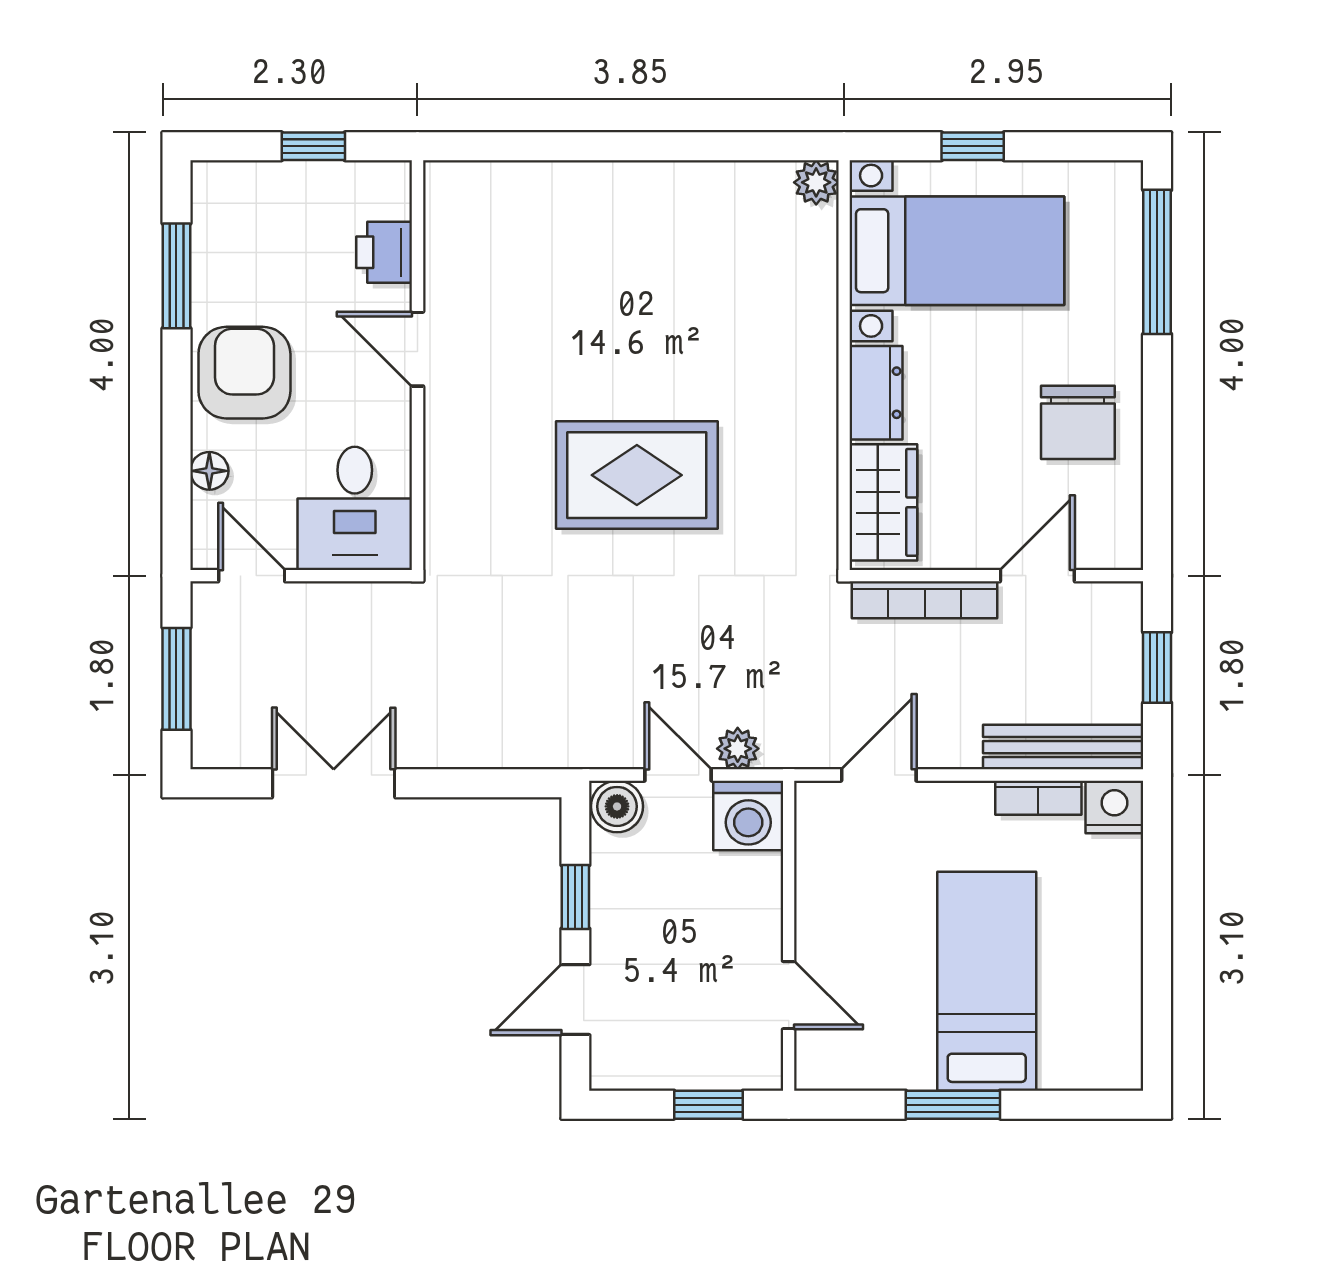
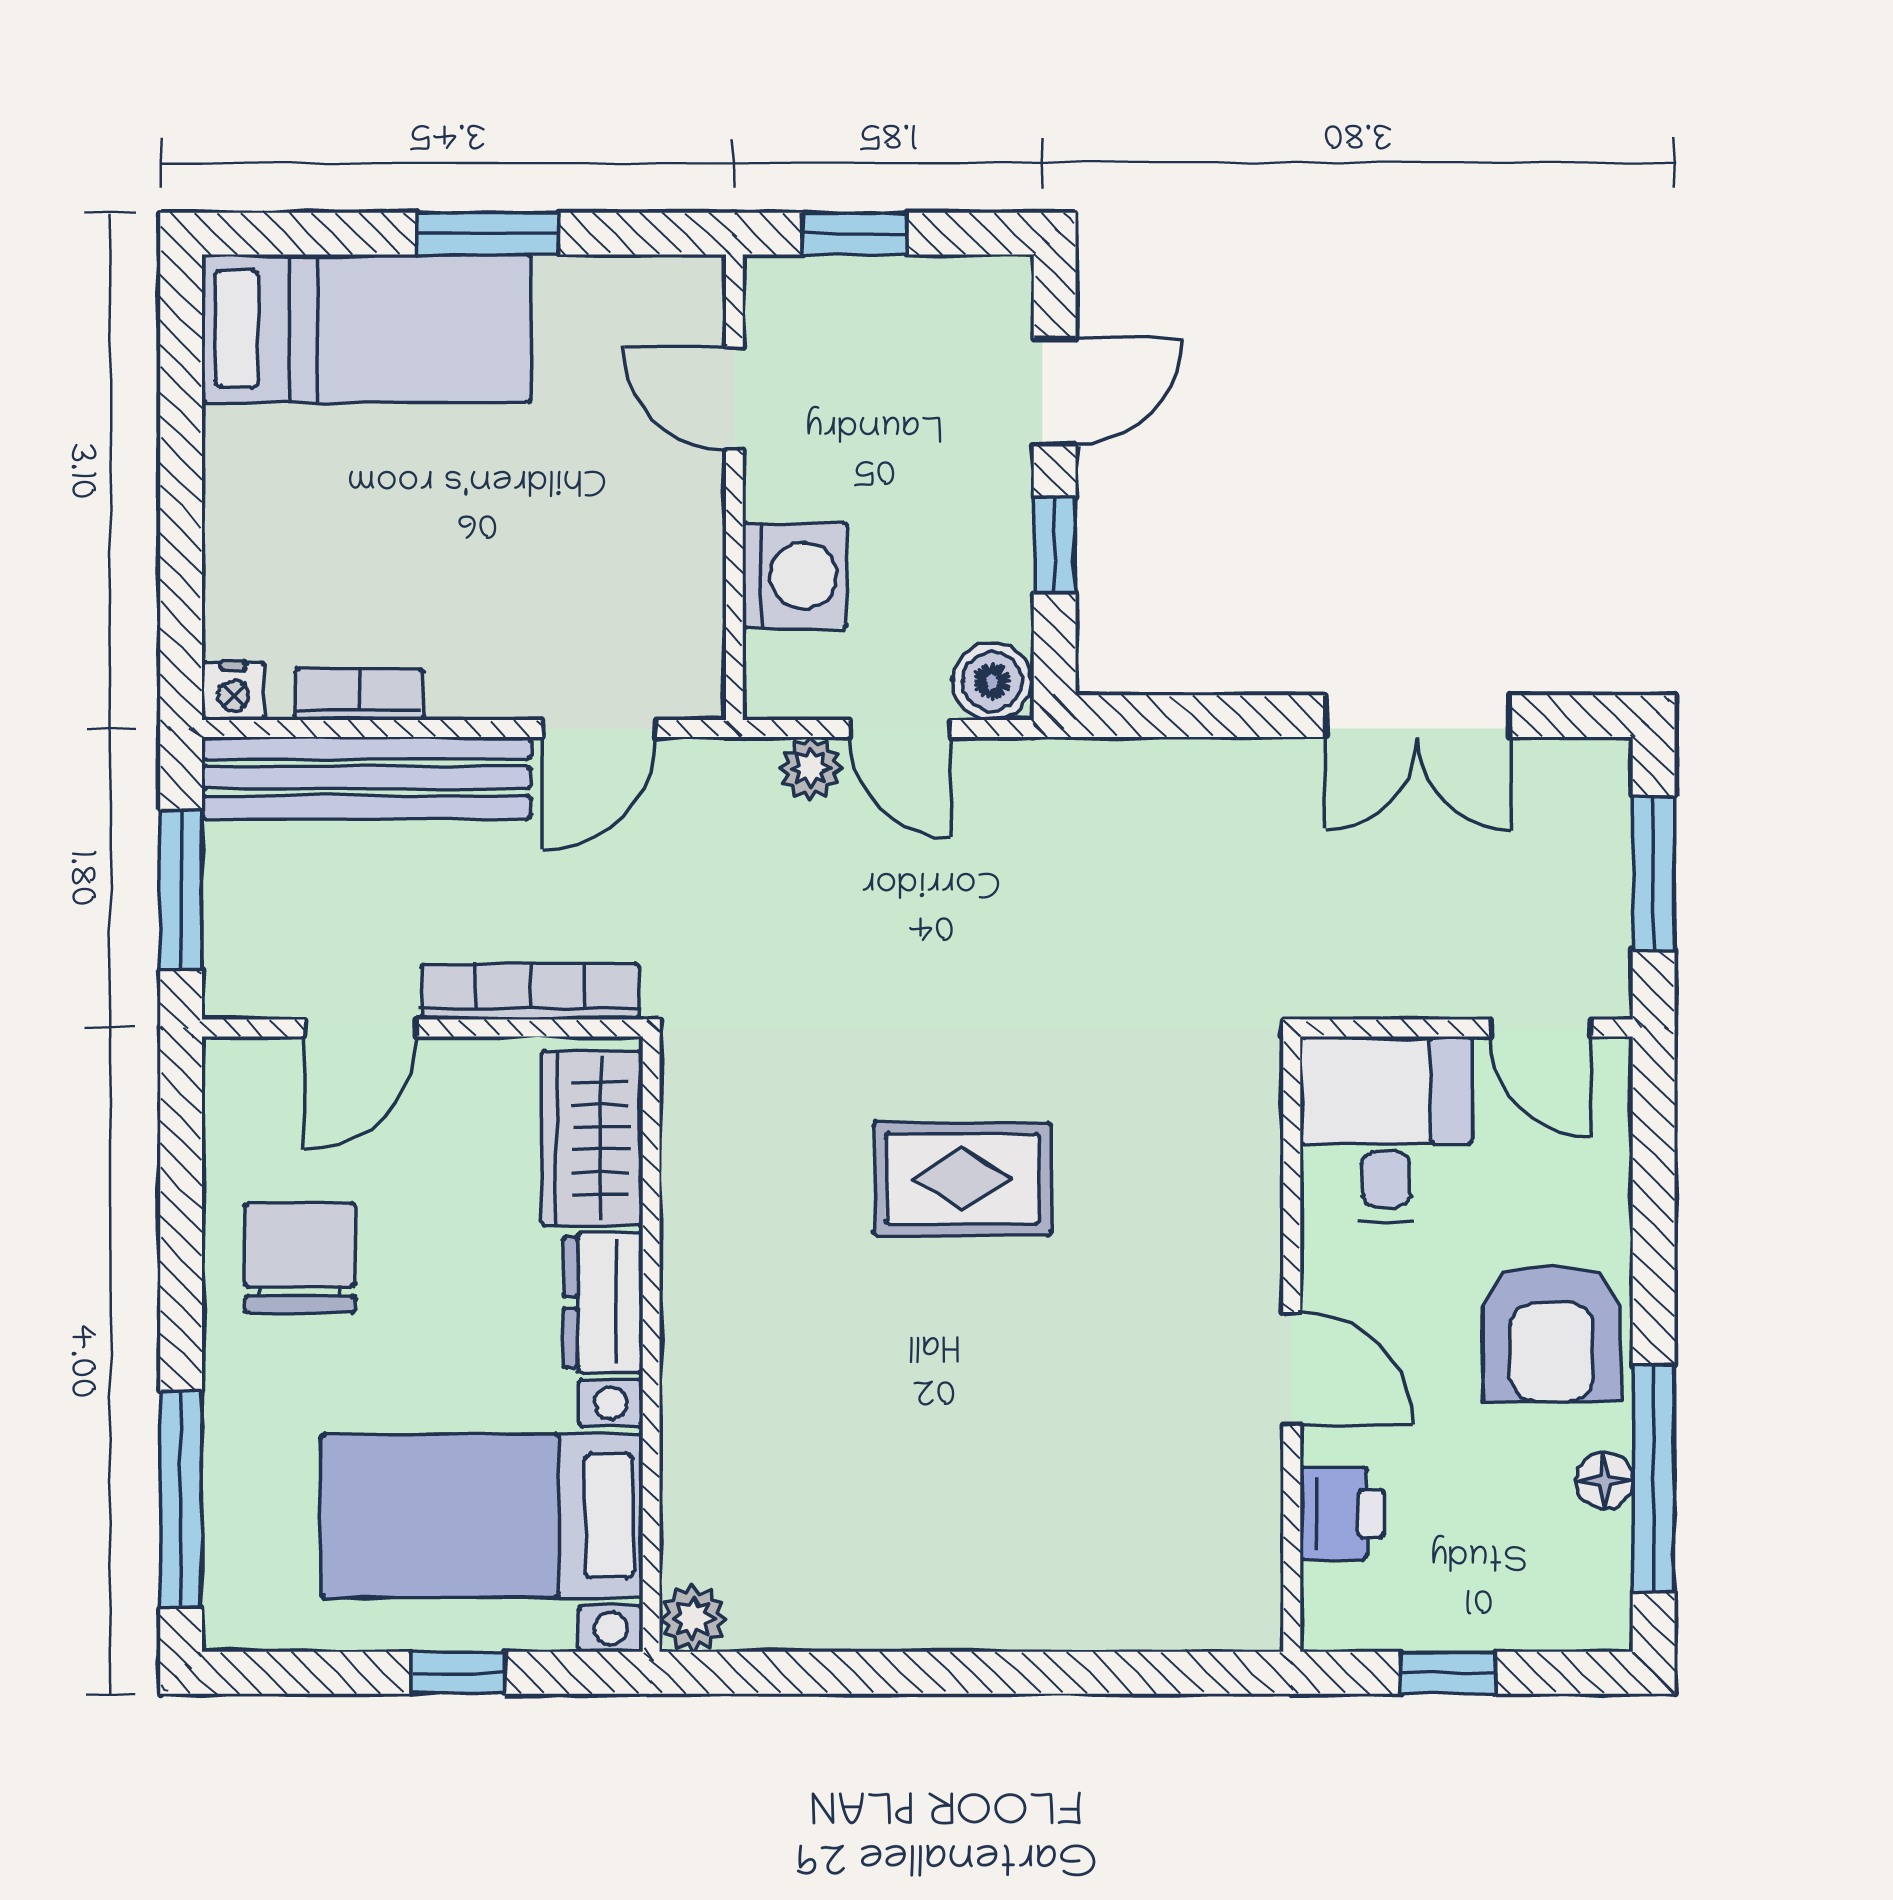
window: (176, 276) -> (1654, 1478), width x1.44
floor lamp: (209, 471) -> (1604, 1481), moved
rug: (637, 475) -> (962, 1179), width x0.73, depth x0.70
window: (1157, 667) -> (181, 890), width x1.50
bench: (1063, 747) -> (366, 778), width x1.37, depth x1.21
nightstand: (1114, 807) -> (233, 691), width x0.72, depth x0.74
washing machine: (748, 815) -> (795, 575), moved, turned 90
bed: (987, 981) -> (367, 328), moved, turned -90

